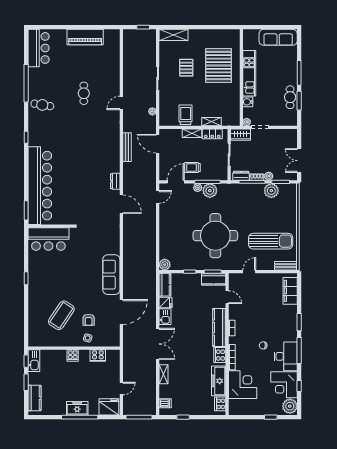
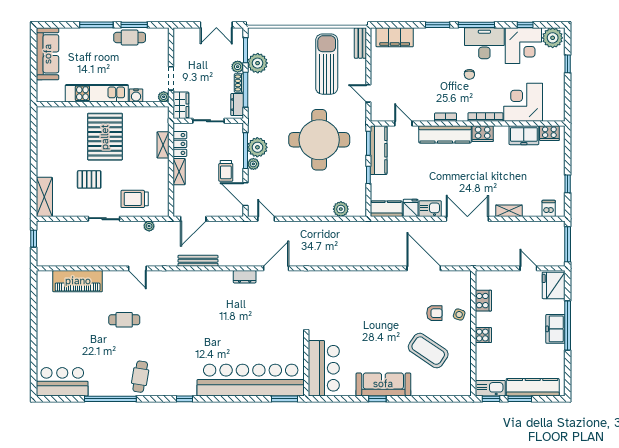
piano: (85, 37) -> (78, 281), moved, turned 90
pallet: (219, 65) -> (105, 137), moved, turned 90
trolley: (186, 115) -> (135, 199), moved
plant: (165, 265) -> (341, 209), moved
sofa: (111, 275) -> (383, 384), moved, turned 180
kitchen counter: (214, 279) -> (379, 150), width x1.50
door: (227, 297) -> (403, 124), hinge flipped
freezer: (219, 381) -> (524, 135), width x0.71
kitchen counter: (35, 398) -> (533, 387), width x1.50

